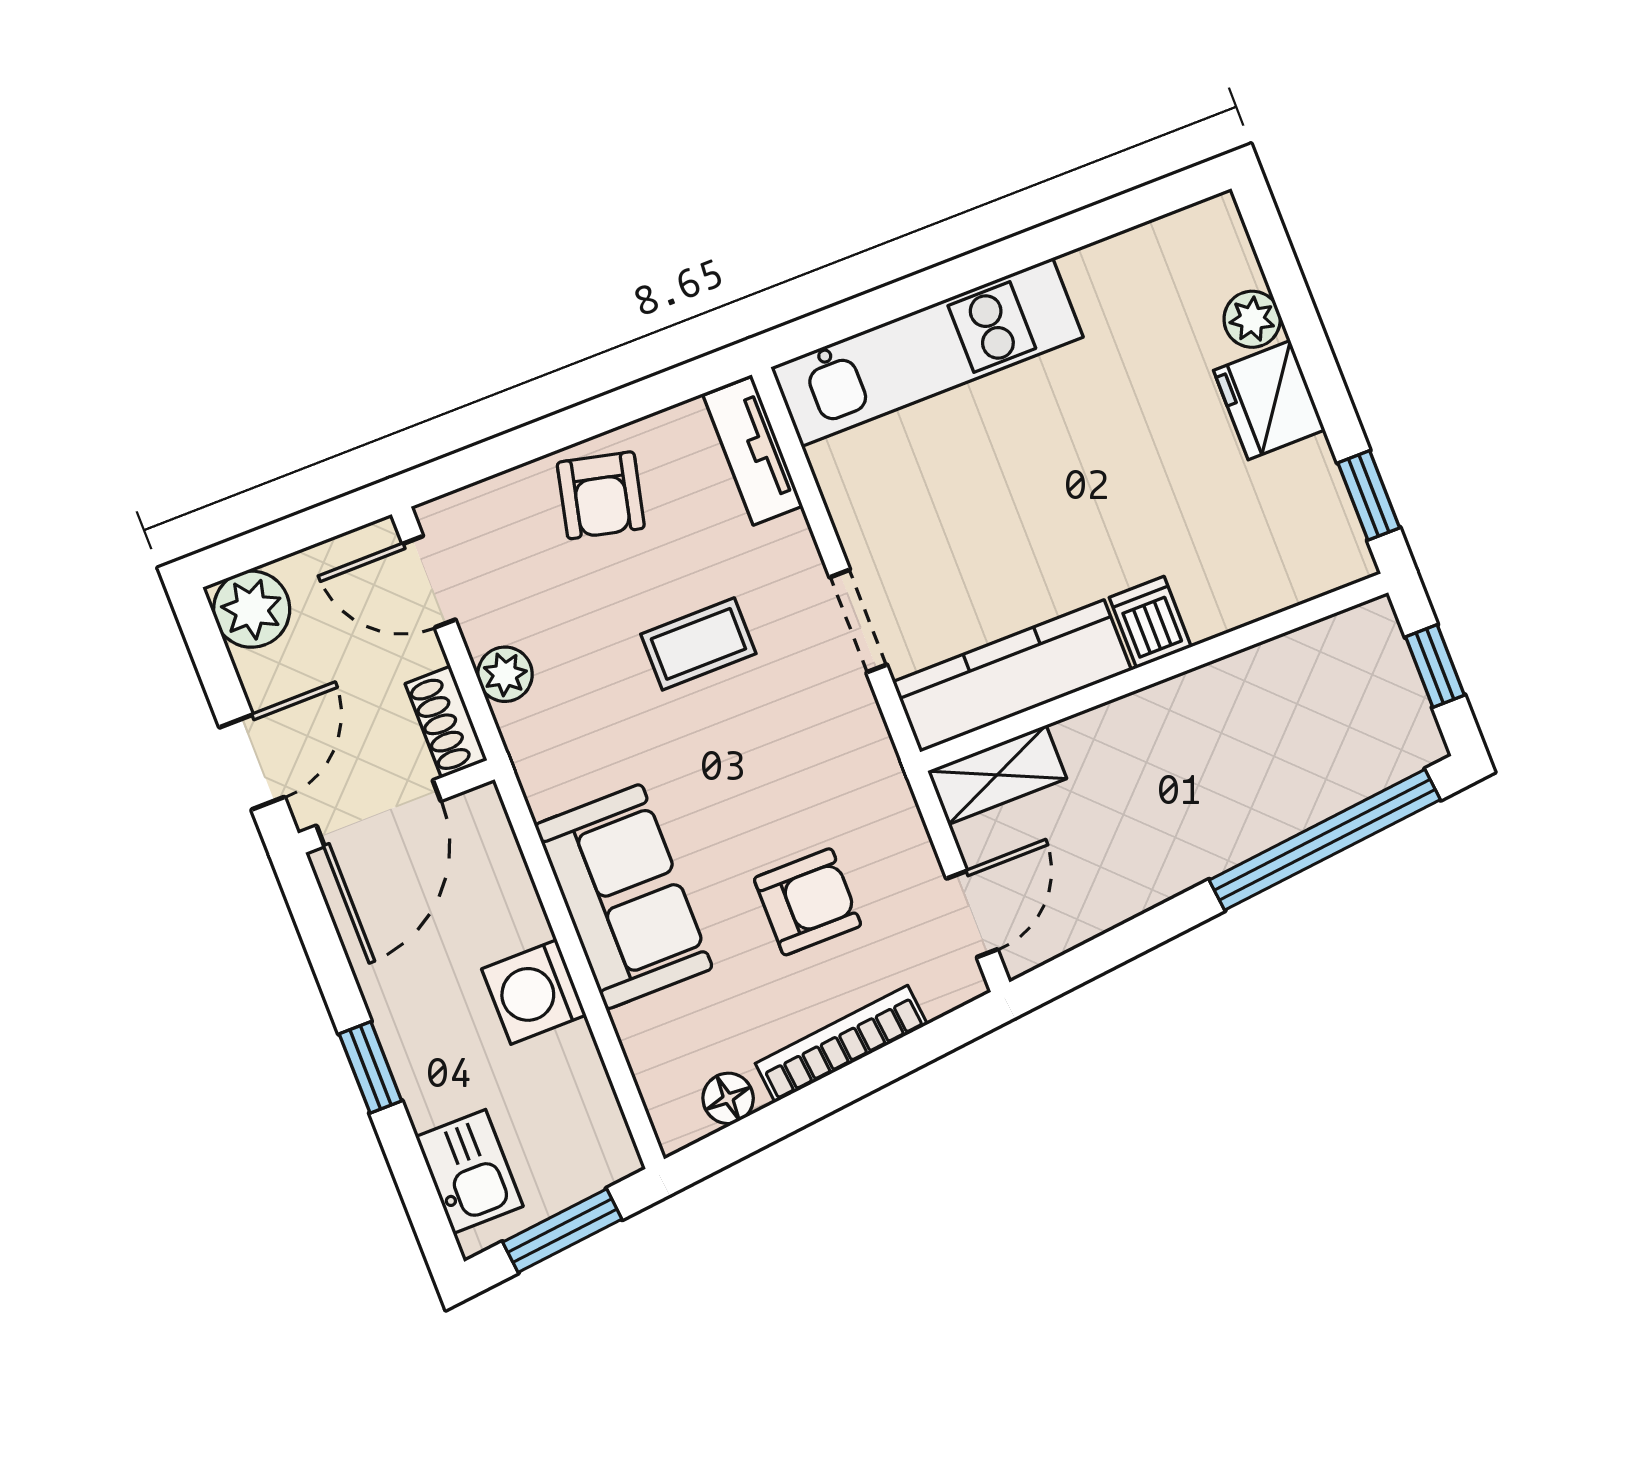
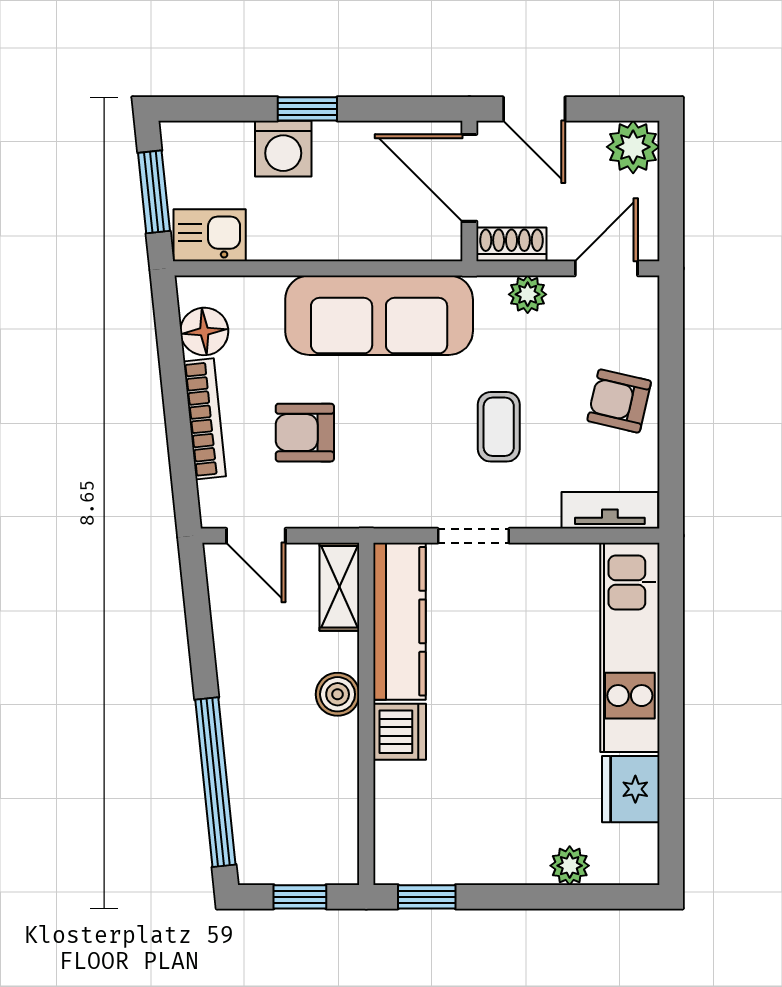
fridge: (1269, 400) -> (631, 789), moved, turned -90
dishwasher: (1150, 622) -> (400, 732), width x1.38
boiler: (1143, 721) -> (338, 694), added
sofa: (624, 897) -> (379, 315), width x1.36
armchair: (808, 902) -> (305, 433), turned 90
washing machine: (534, 992) -> (283, 149), moved, turned 180
floor lamp: (728, 1098) -> (204, 331), width x1.37, depth x1.37
kitchen sink: (469, 1171) -> (210, 235), moved, turned 180

